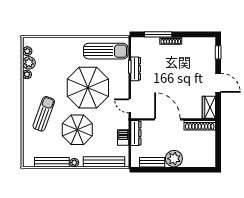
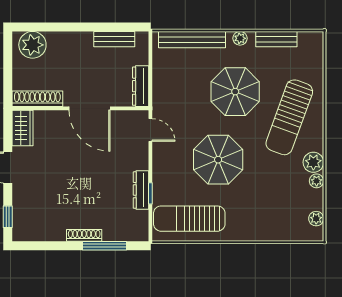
plant: (29, 63) -> (313, 162), moved
parasol: (88, 88) -> (218, 160), width x0.73, depth x0.73
sun lounger: (44, 114) -> (289, 117), width x1.36, depth x1.34
barbecue: (123, 137) -> (161, 79), removed
plant: (174, 159) -> (32, 45), moved
bench: (52, 162) -> (276, 39), width x0.73

